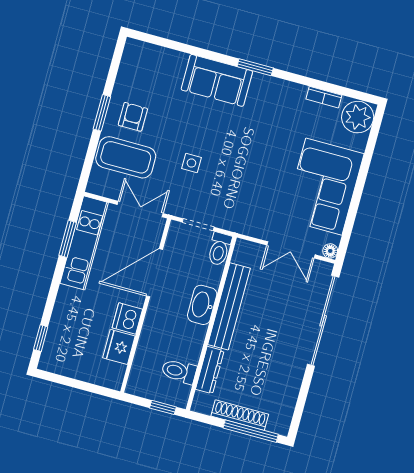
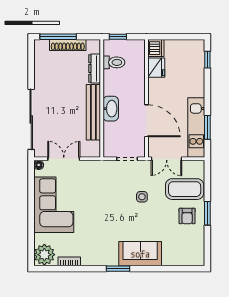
toilet: (219, 249) -> (109, 147), removed
door: (155, 273) -> (146, 121), hinge flipped
dishwasher: (127, 319) -> (156, 48), moved

